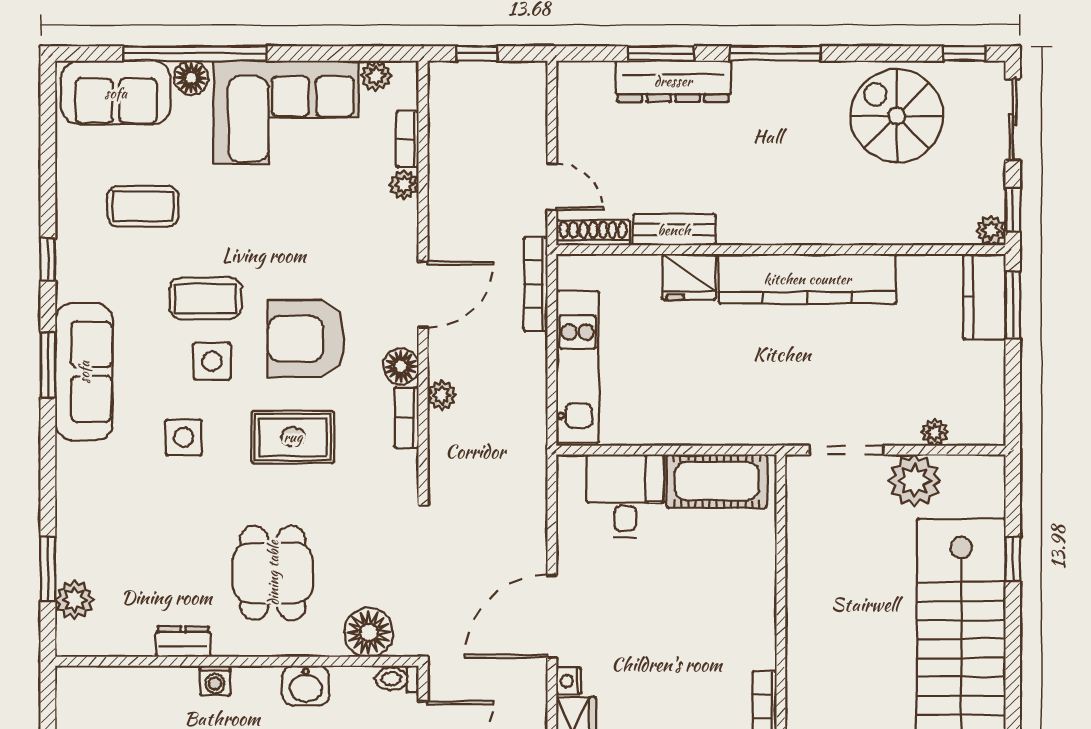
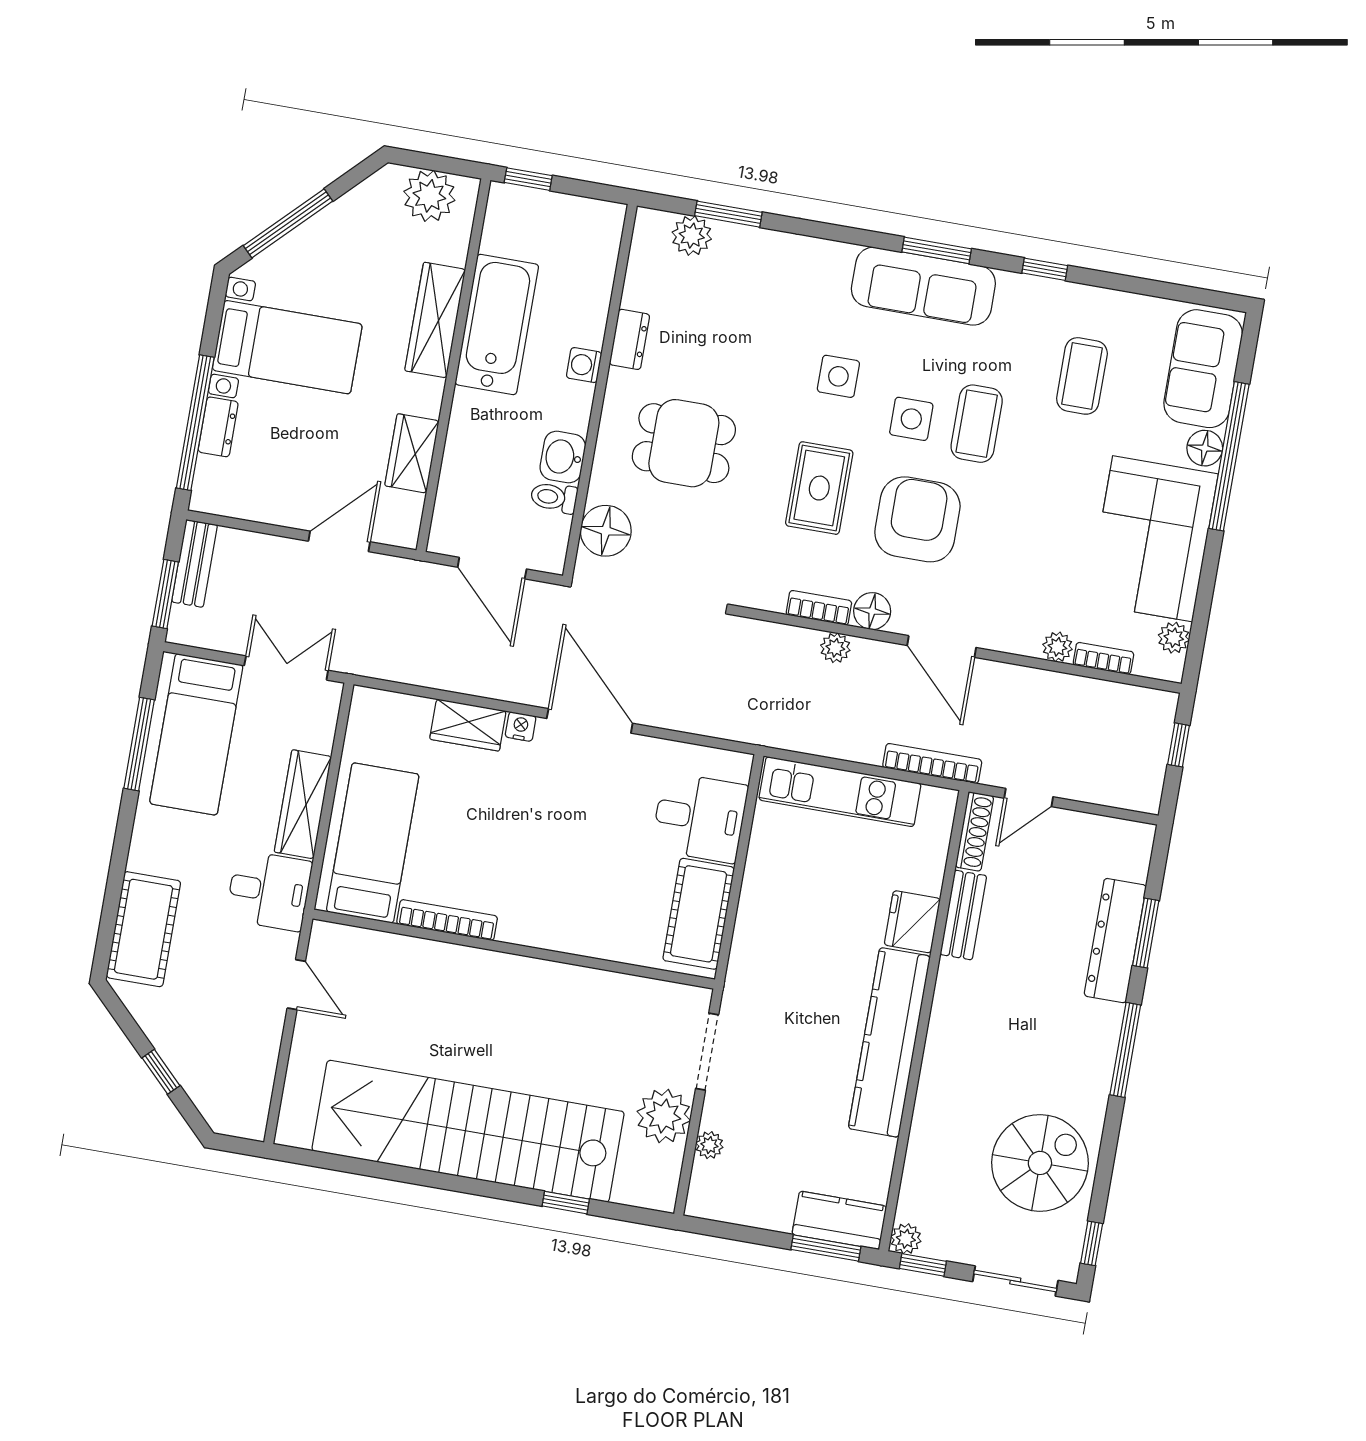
toilet: (397, 679) -> (554, 497), moved, turned -90

